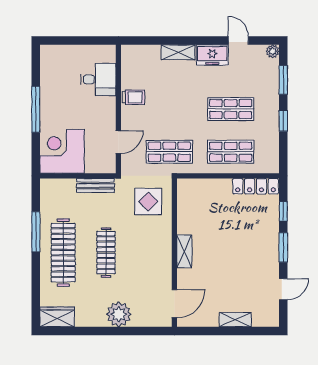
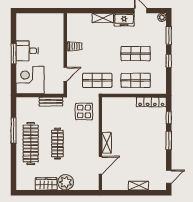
desk: (98, 79) -> (27, 51), moved, turned 180
window: (36, 109) -> (14, 54), width x0.69
door: (283, 289) -> (169, 177), moved
door: (174, 304) -> (100, 165), moved
wardrobe: (57, 317) -> (46, 184), moved

